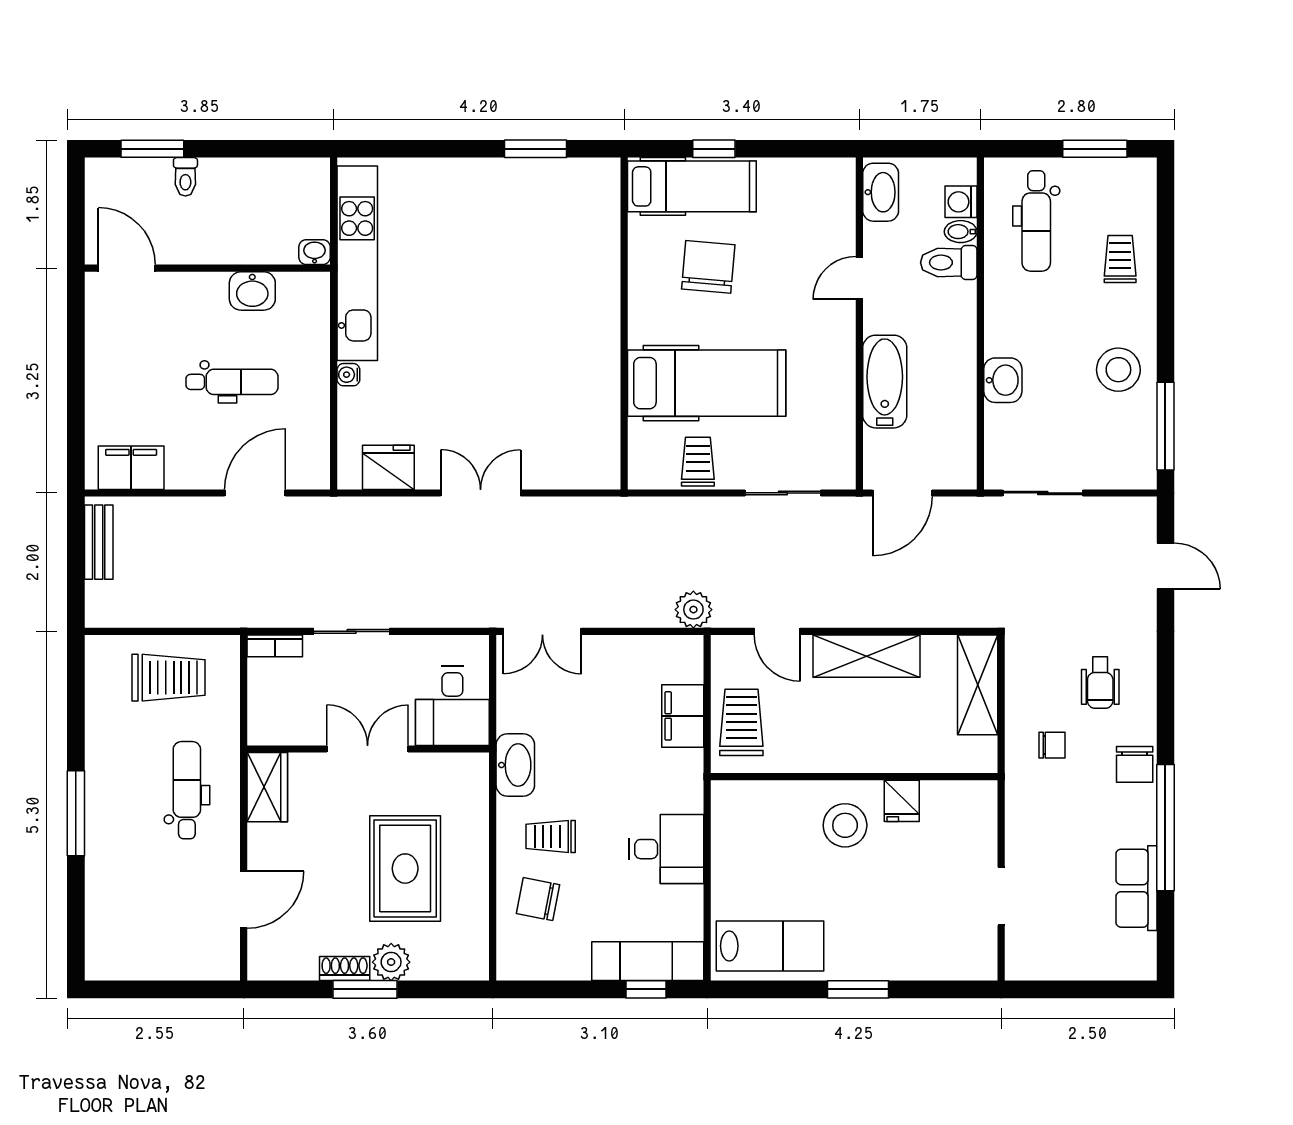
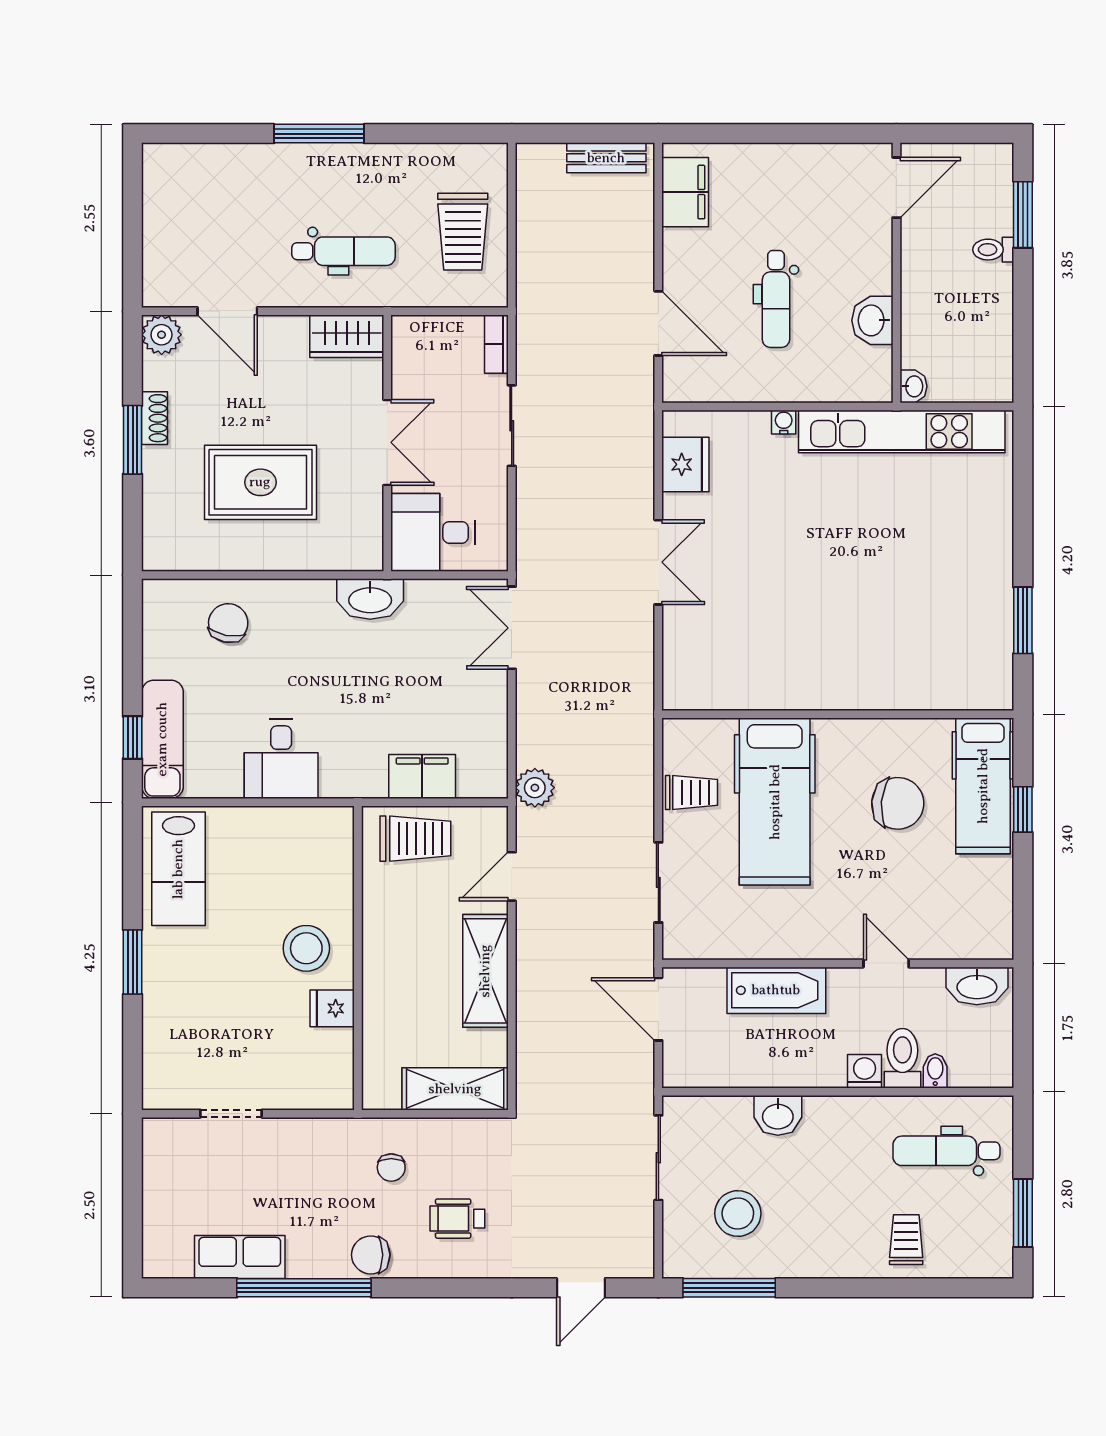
washing machine: (961, 202) -> (865, 1071), moved
trolley: (1120, 259) -> (906, 1240), turned -90
stool: (1118, 370) -> (738, 1213), moved
trolley: (551, 836) -> (295, 636), removed
plant: (391, 962) -> (162, 335), moved

